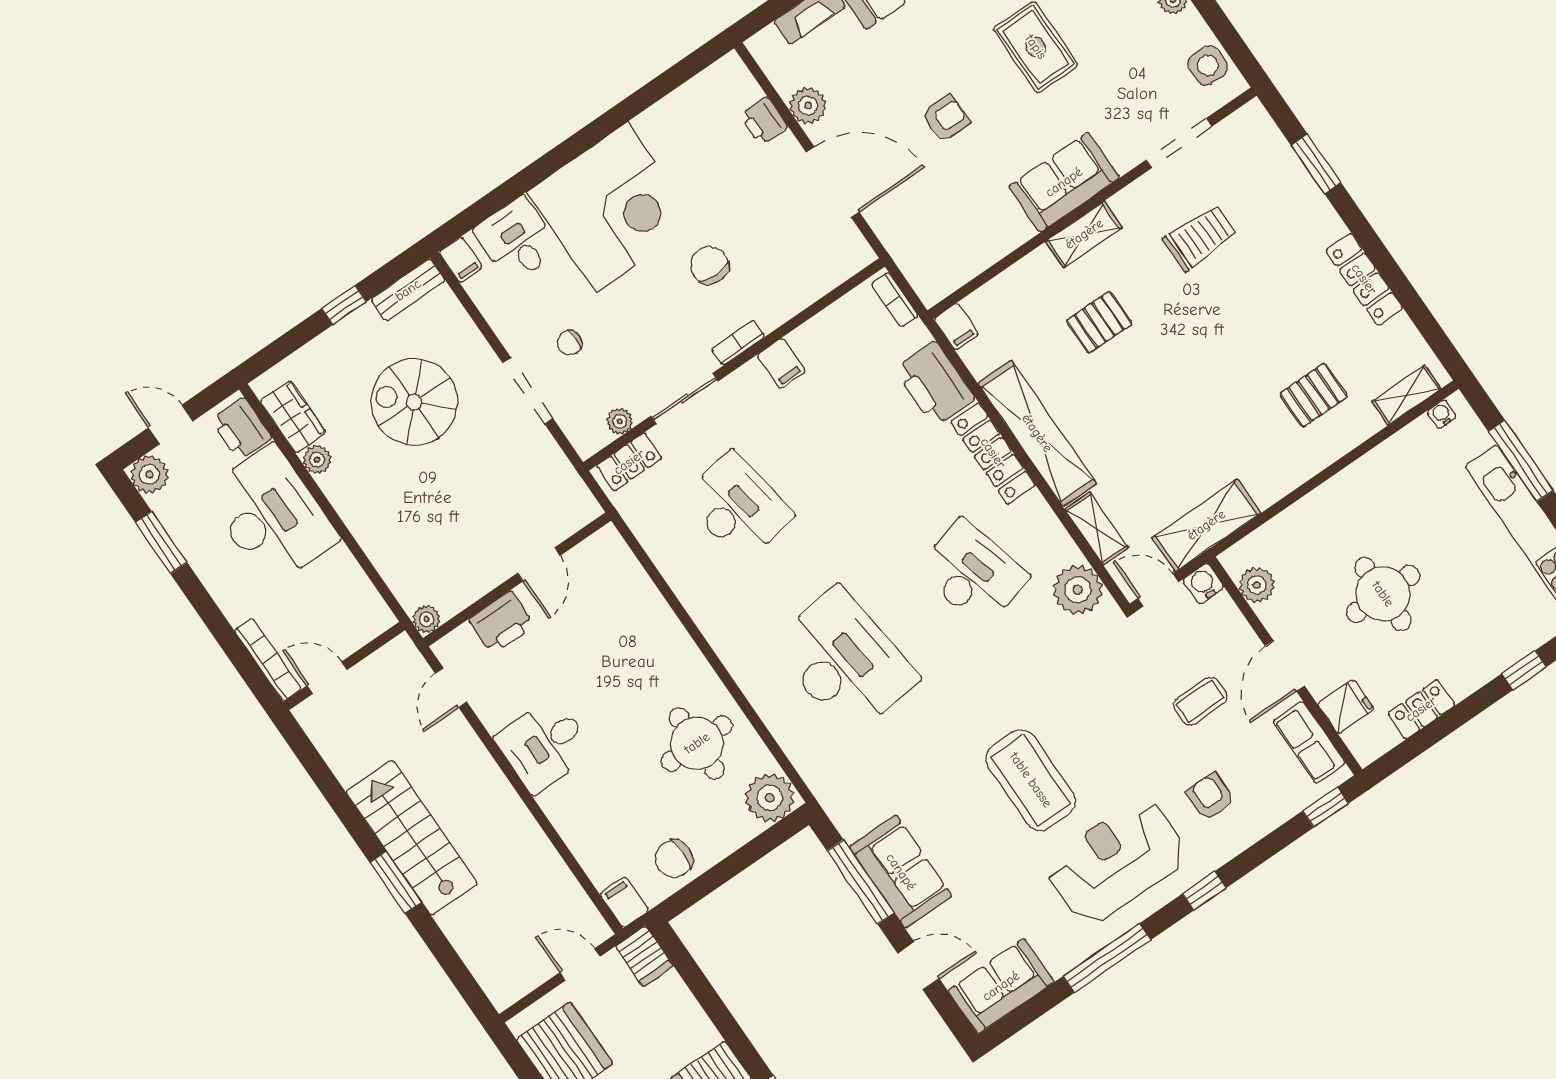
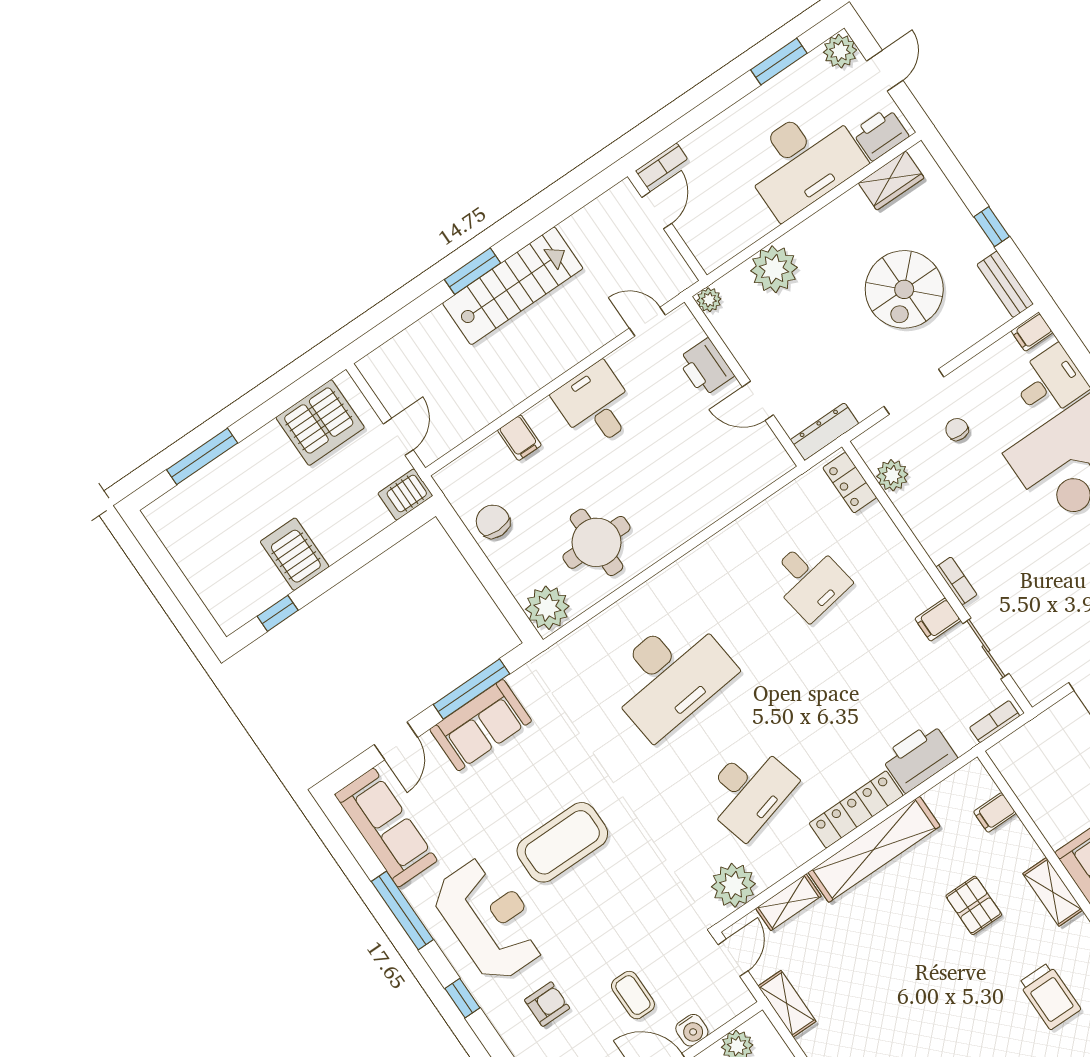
chair: (709, 265) -> (1026, 555), removed
filing cabinet: (956, 326) -> (995, 812), moved
sliding door: (685, 399) -> (986, 648), moved
spiral stairs: (414, 402) -> (904, 289), turned 180
plant: (620, 421) -> (892, 475), width x1.38, depth x1.38
plant: (317, 460) -> (774, 269), moved, width x1.88, depth x1.88
dresser: (573, 490) -> (824, 432), added
desk: (738, 507) -> (809, 580), width x0.73
shelving: (1206, 525) -> (787, 1004), width x0.67, depth x0.75
water cooler: (1203, 584) -> (692, 1030), moved, turned 90
bookcase: (268, 660) -> (661, 165), width x0.64
filing cabinet: (624, 902) -> (519, 438), moved, turned 90
sofa: (1001, 986) -> (386, 828), width x1.36

